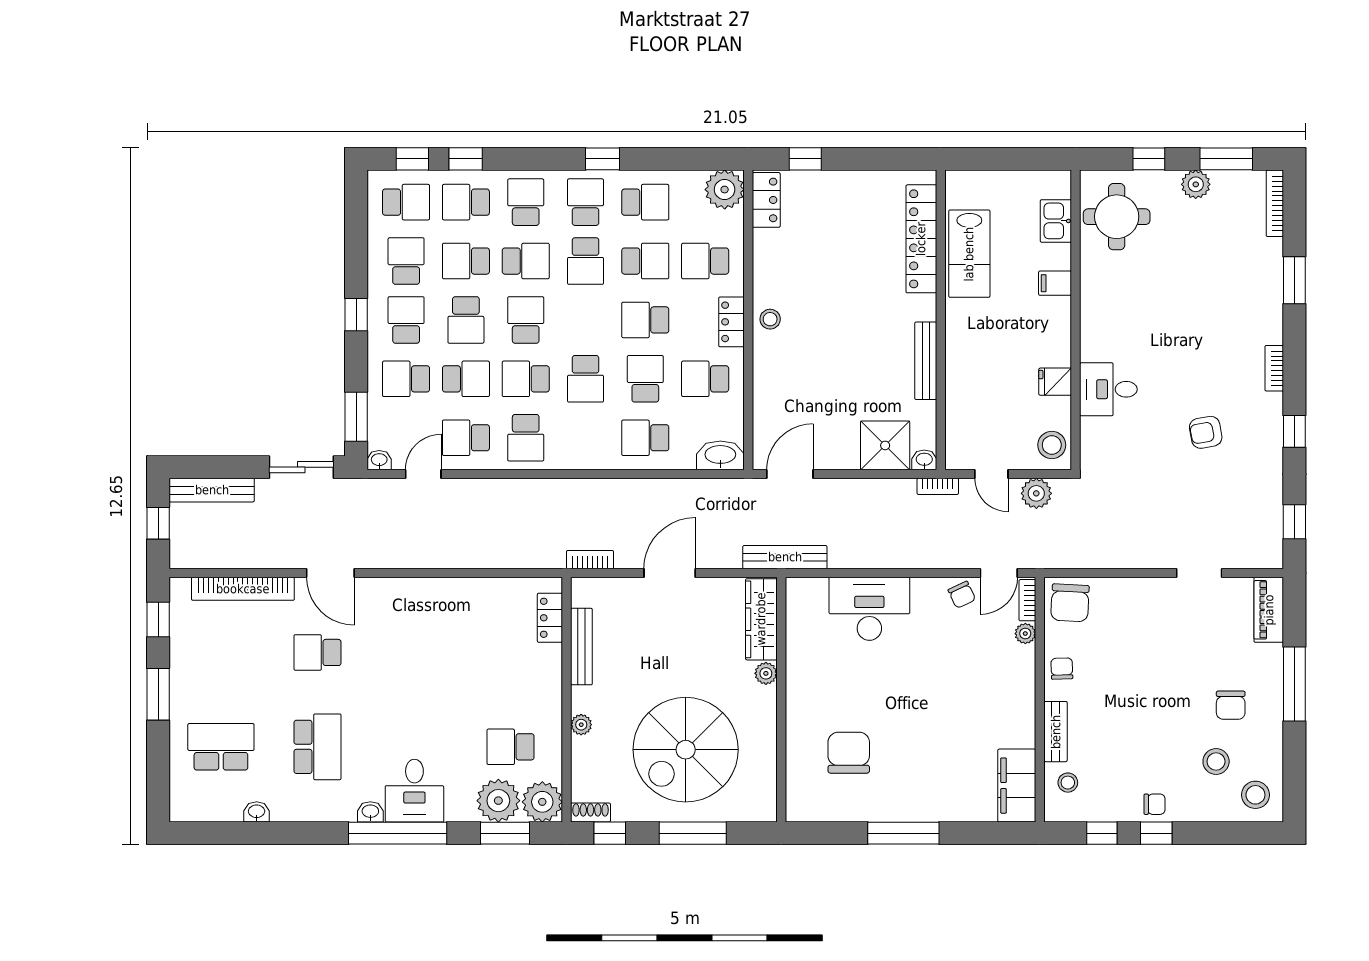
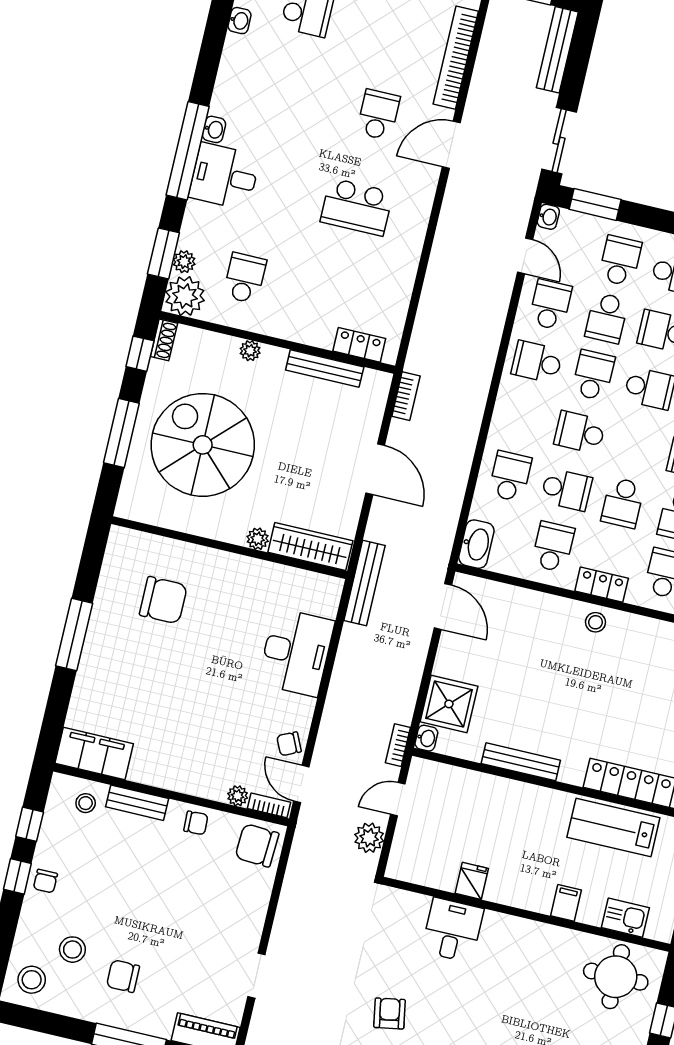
school desk: (645, 320) -> (623, 503), turned 180
stool: (1052, 445) -> (412, 863), removed
school desk: (317, 747) -> (357, 207), moved
plant: (498, 801) -> (184, 262), width x0.53, depth x0.53

